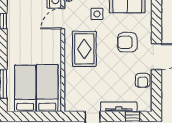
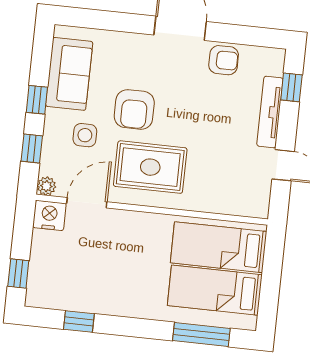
door: (63, 19) -> (87, 203), swing flipped
armchair: (127, 42) -> (134, 109), moved

